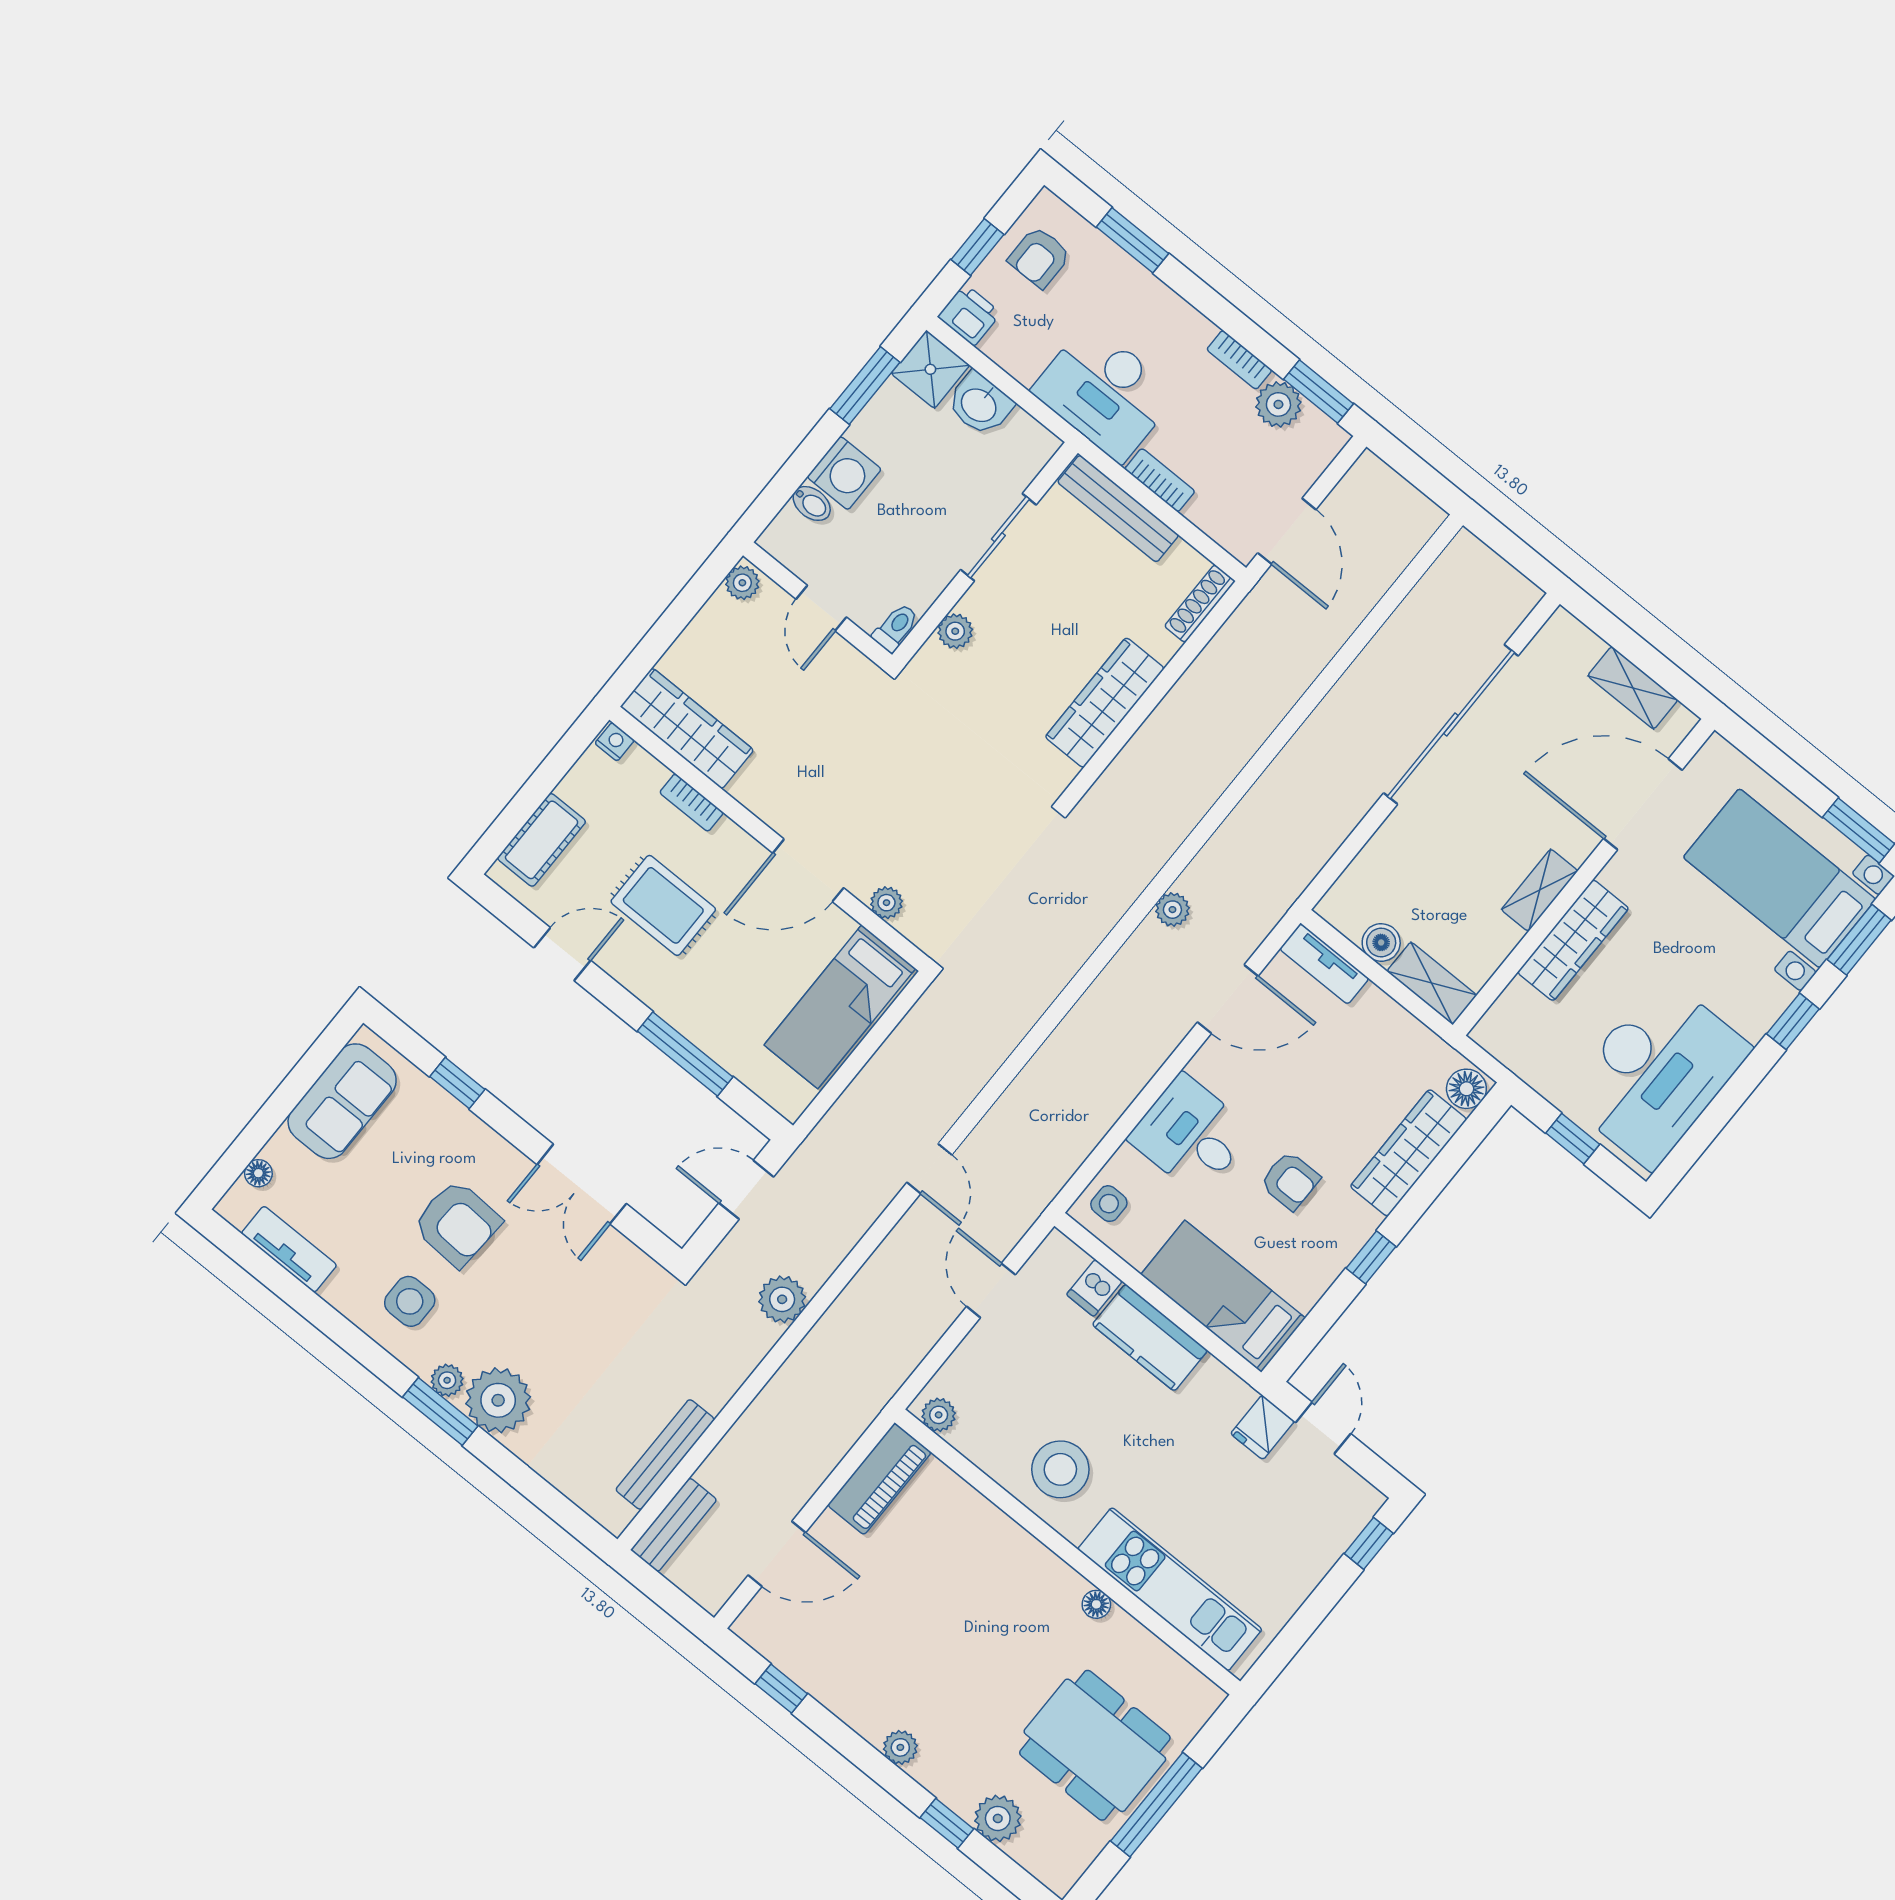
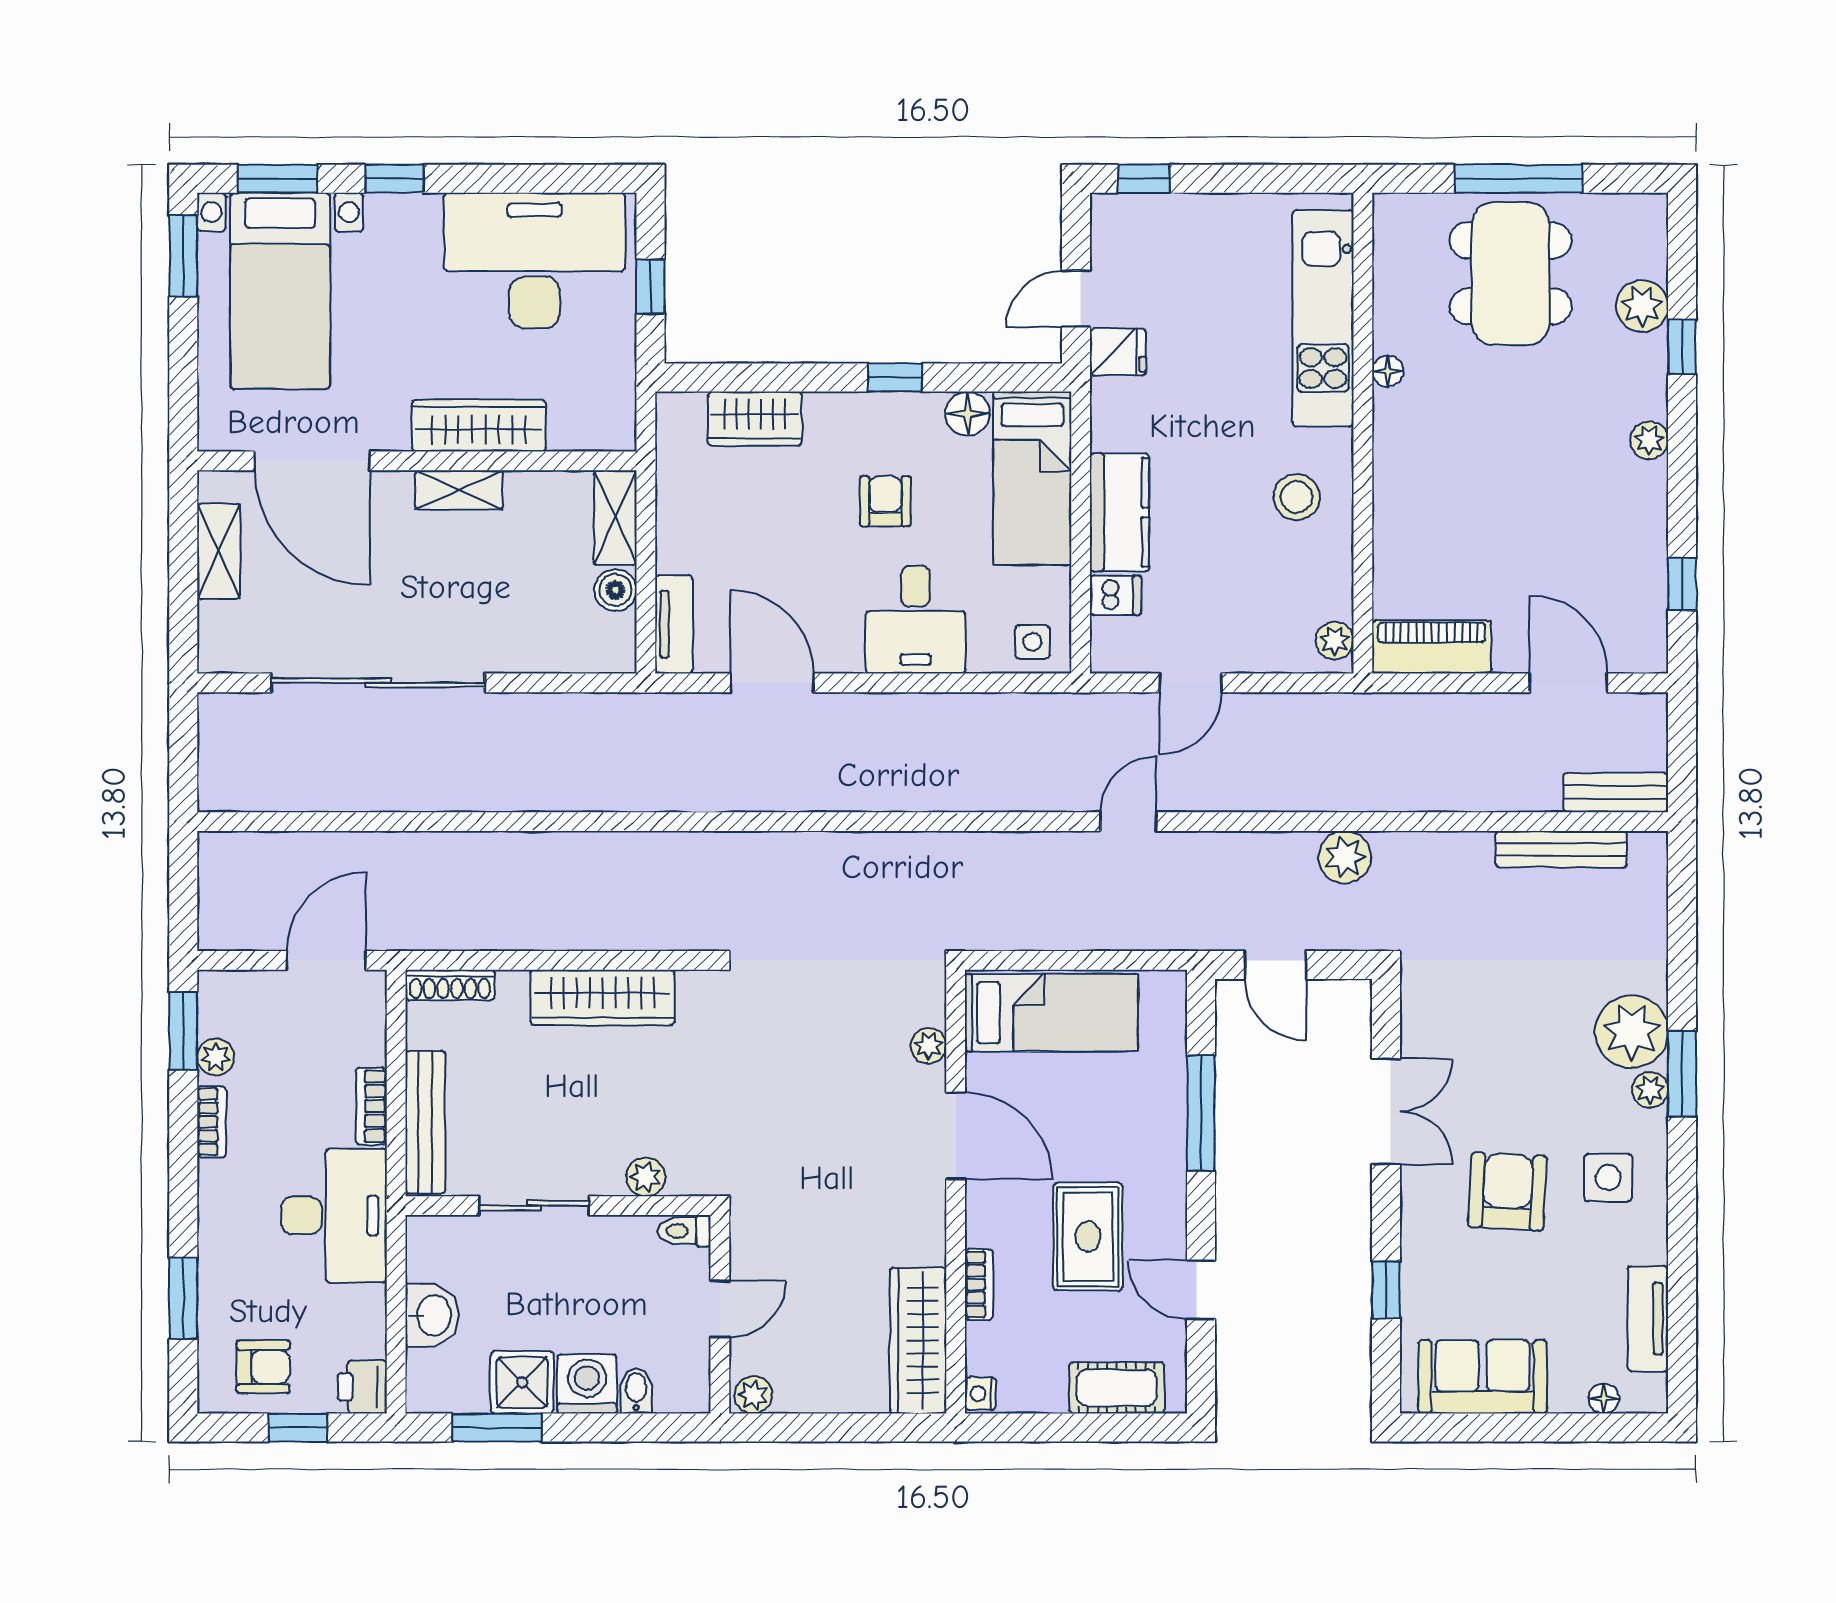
shower: (930, 369) -> (522, 1382), moved
plant: (1278, 404) -> (216, 1057), width x0.73, depth x0.73
plant: (1172, 910) -> (734, 794), removed
floor lamp: (1466, 1089) -> (968, 413), moved
wardrobe: (1408, 1153) -> (755, 419), width x0.67
stool: (1060, 1469) -> (1296, 497), width x0.73, depth x0.73

